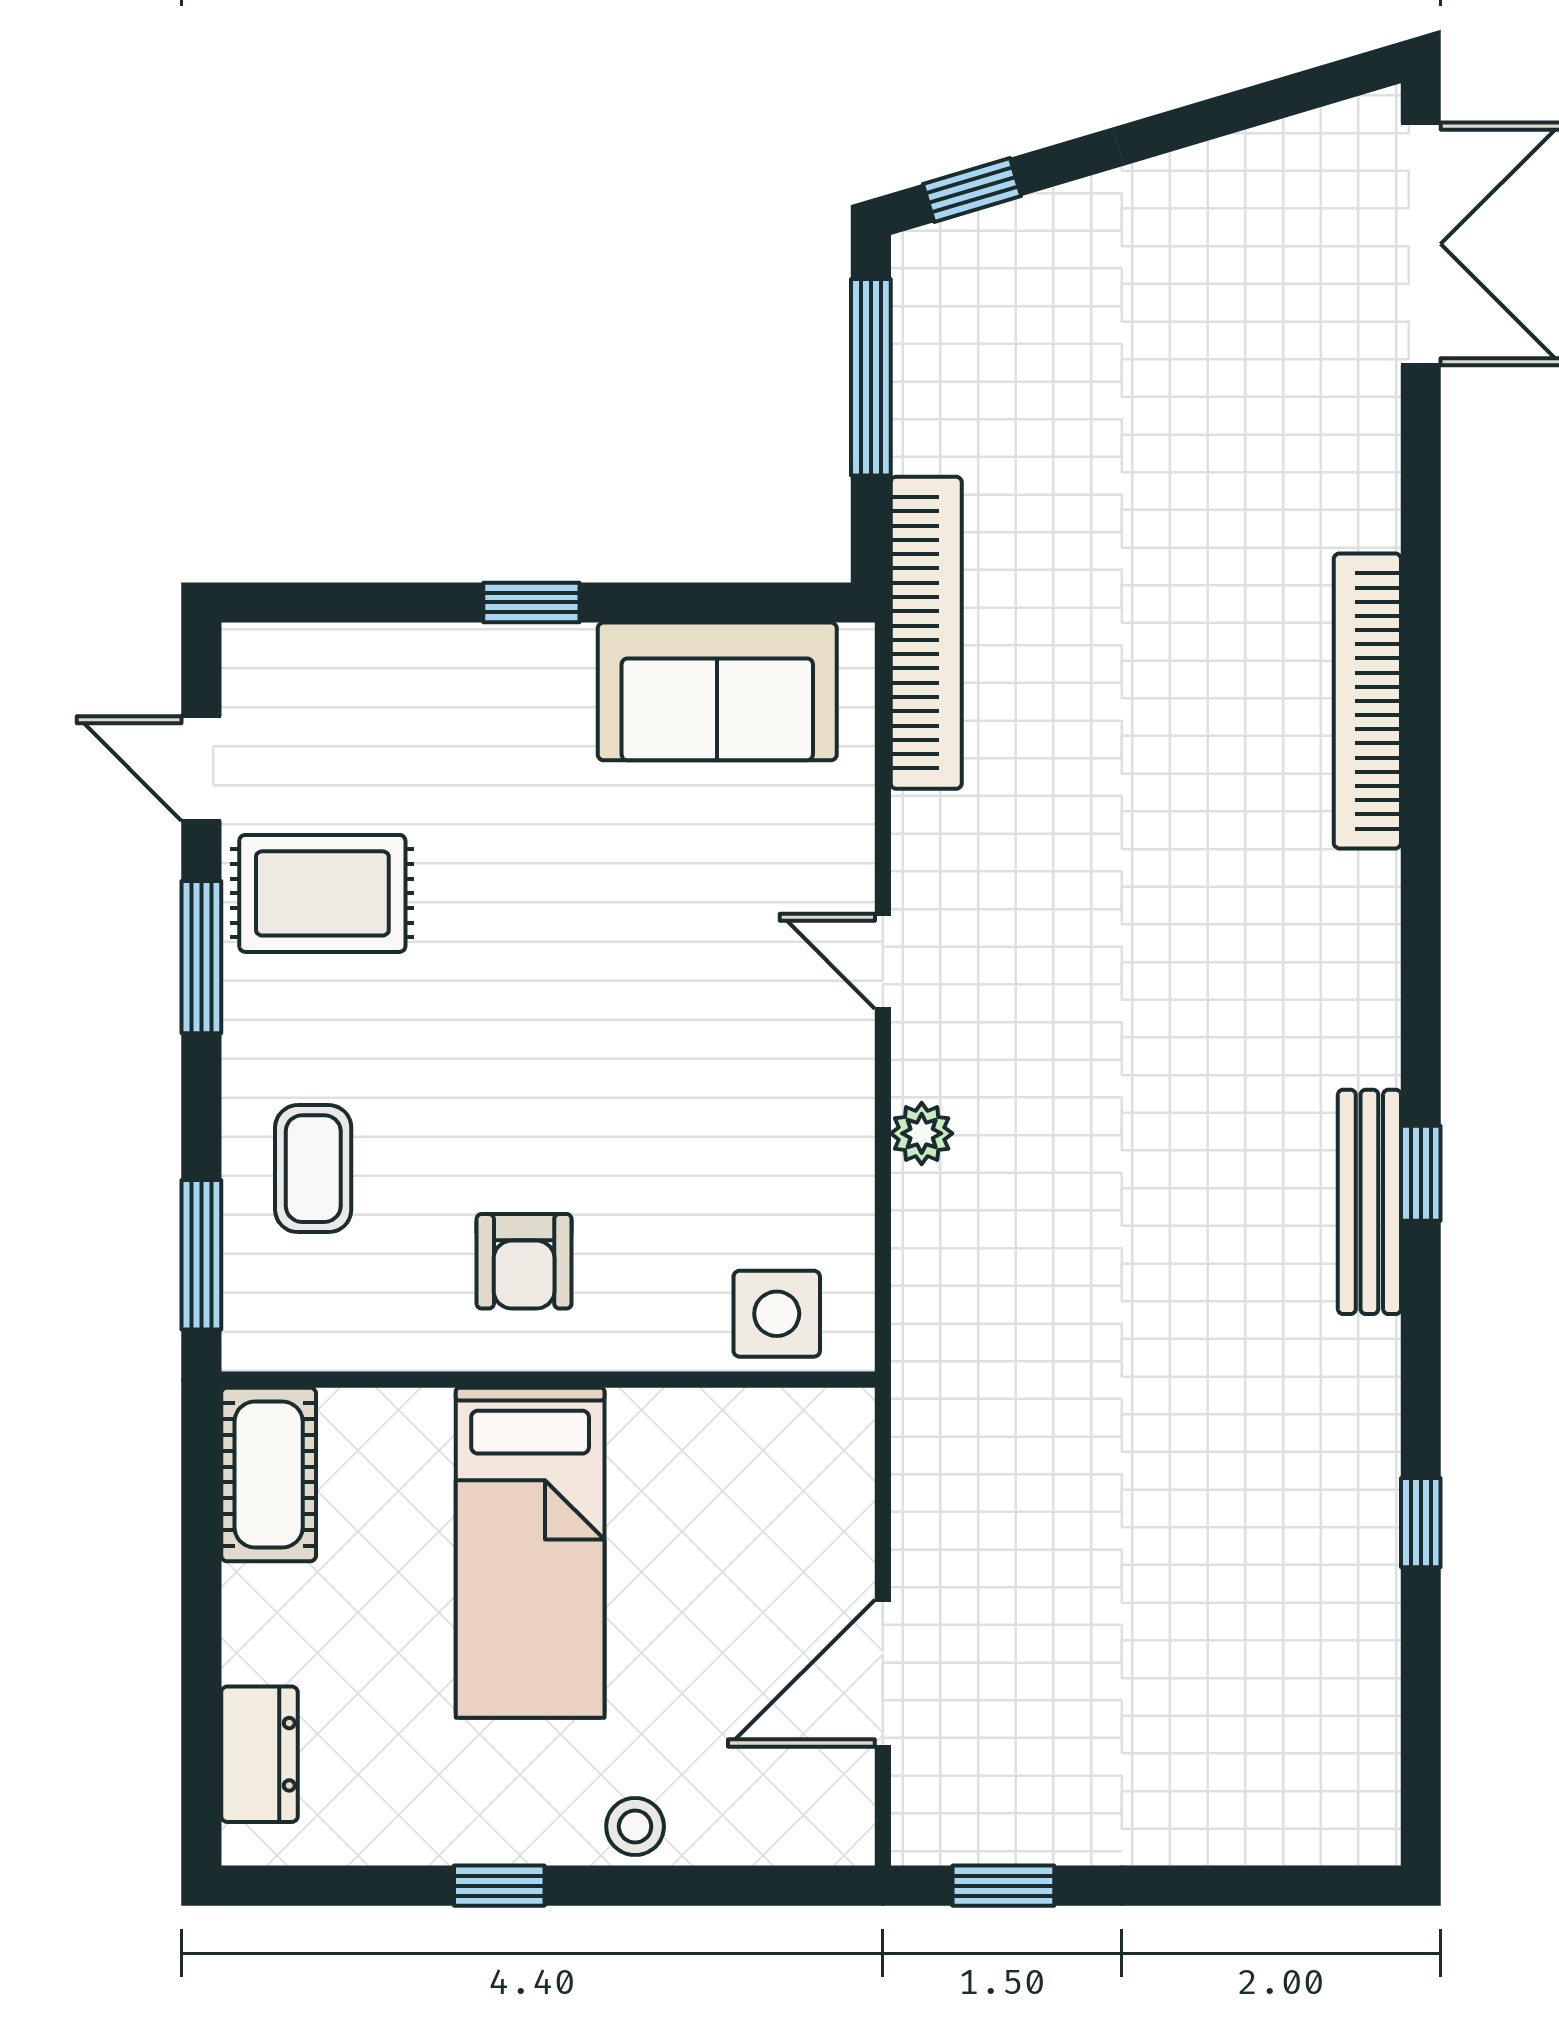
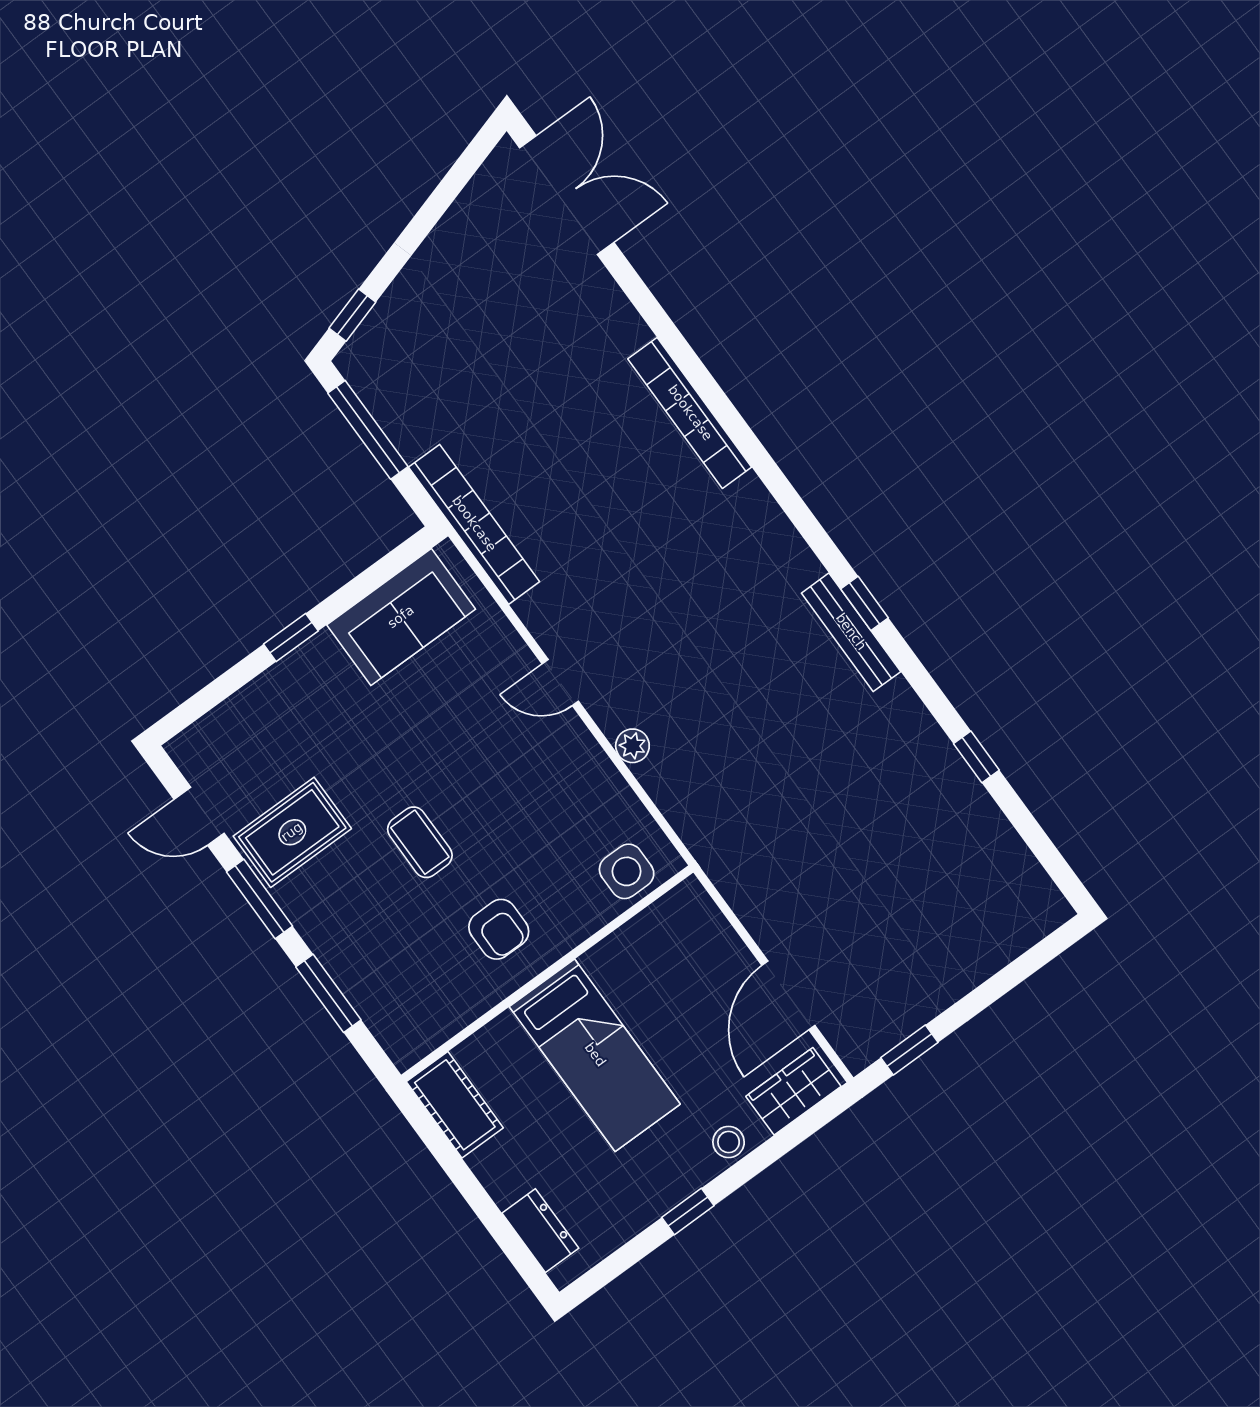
coffee table: (313, 1169) -> (420, 842), moved
window: (201, 1255) -> (328, 993), moved
wardrobe: (786, 1821) -> (793, 1091), added

